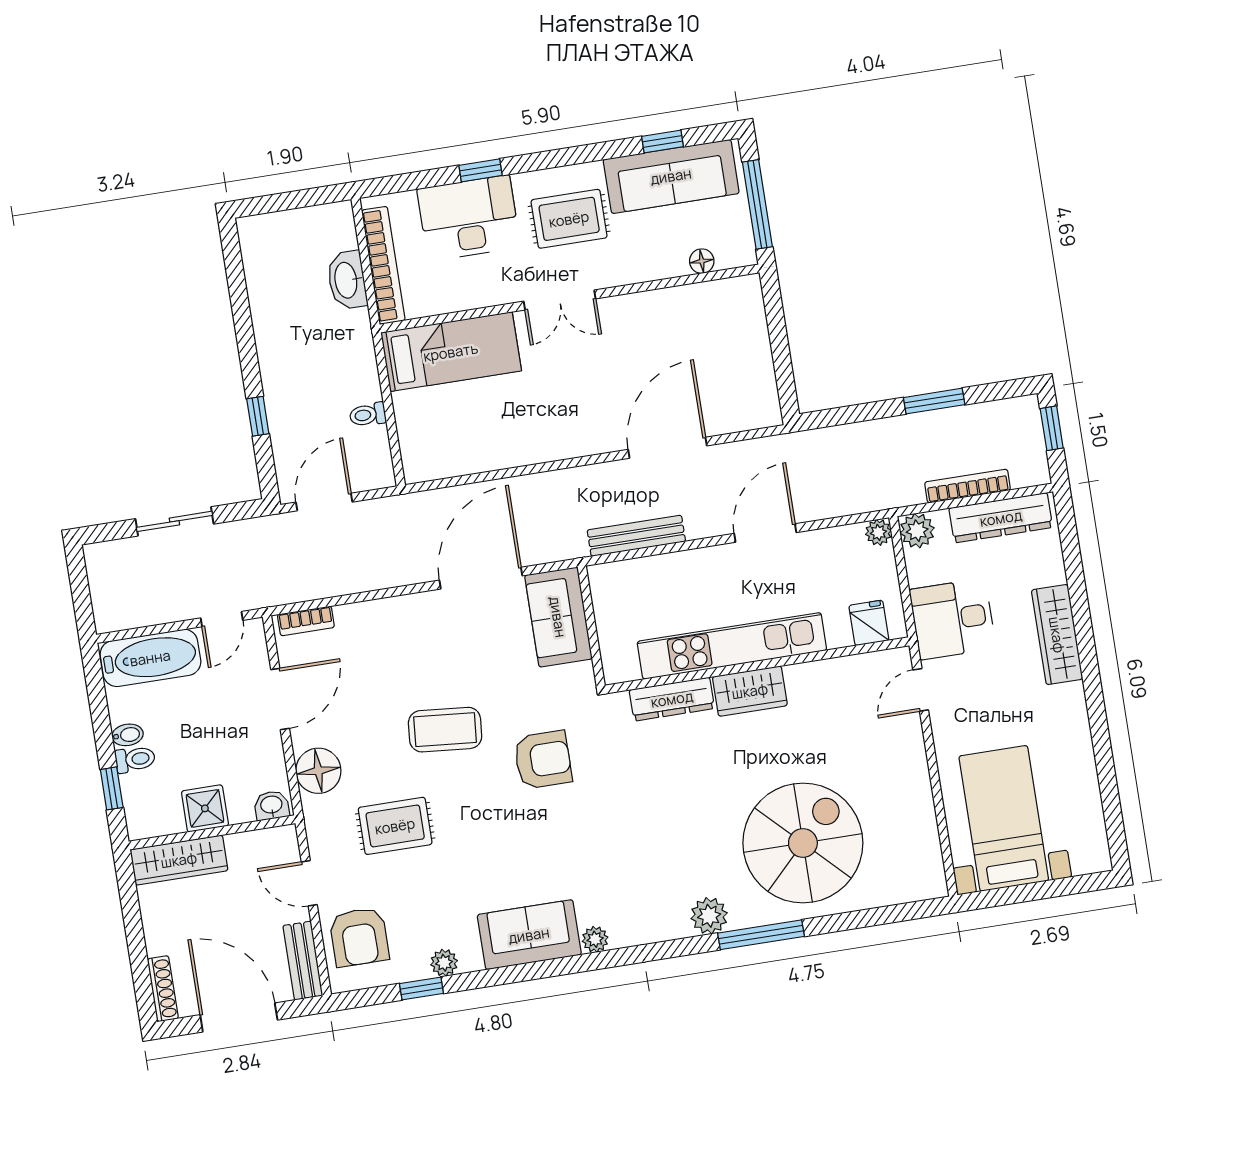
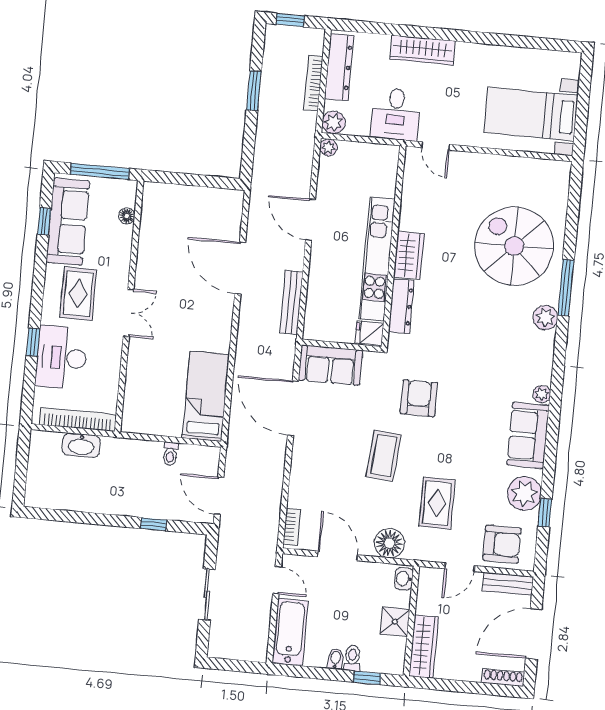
bed: (451, 352) -> (206, 396), moved
fridge: (869, 623) -> (369, 333), moved
plant: (444, 963) -> (524, 493), width x1.87, depth x1.87

